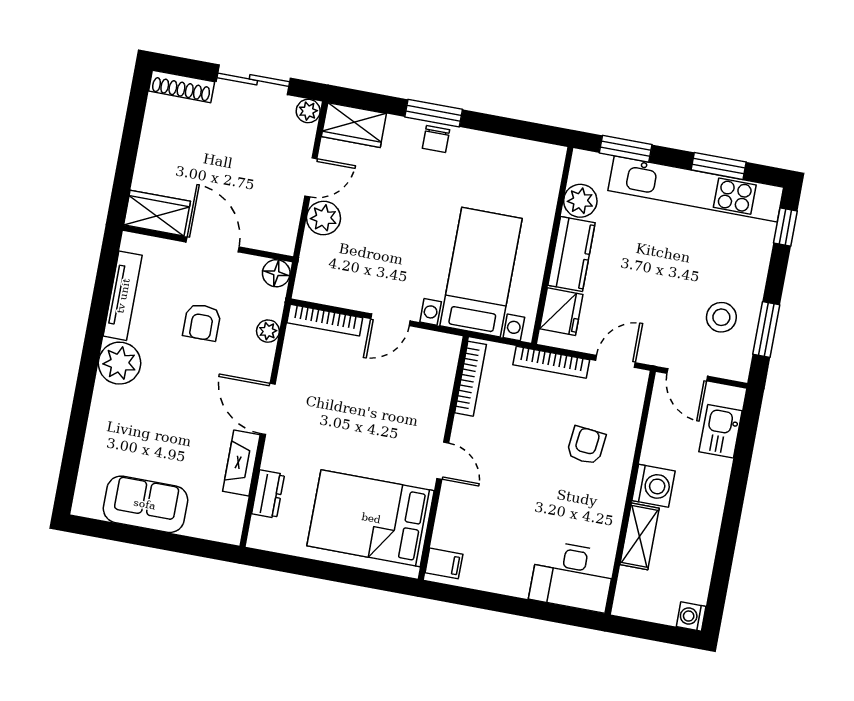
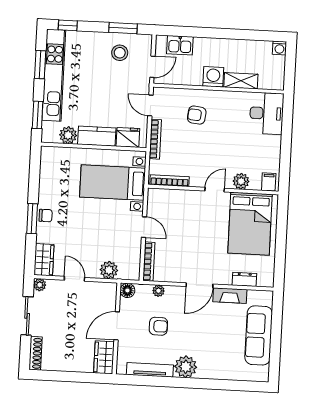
plant: (324, 218) -> (109, 270), moved
sofa: (145, 504) -> (259, 335), width x1.36
plant: (452, 512) -> (241, 181), added

